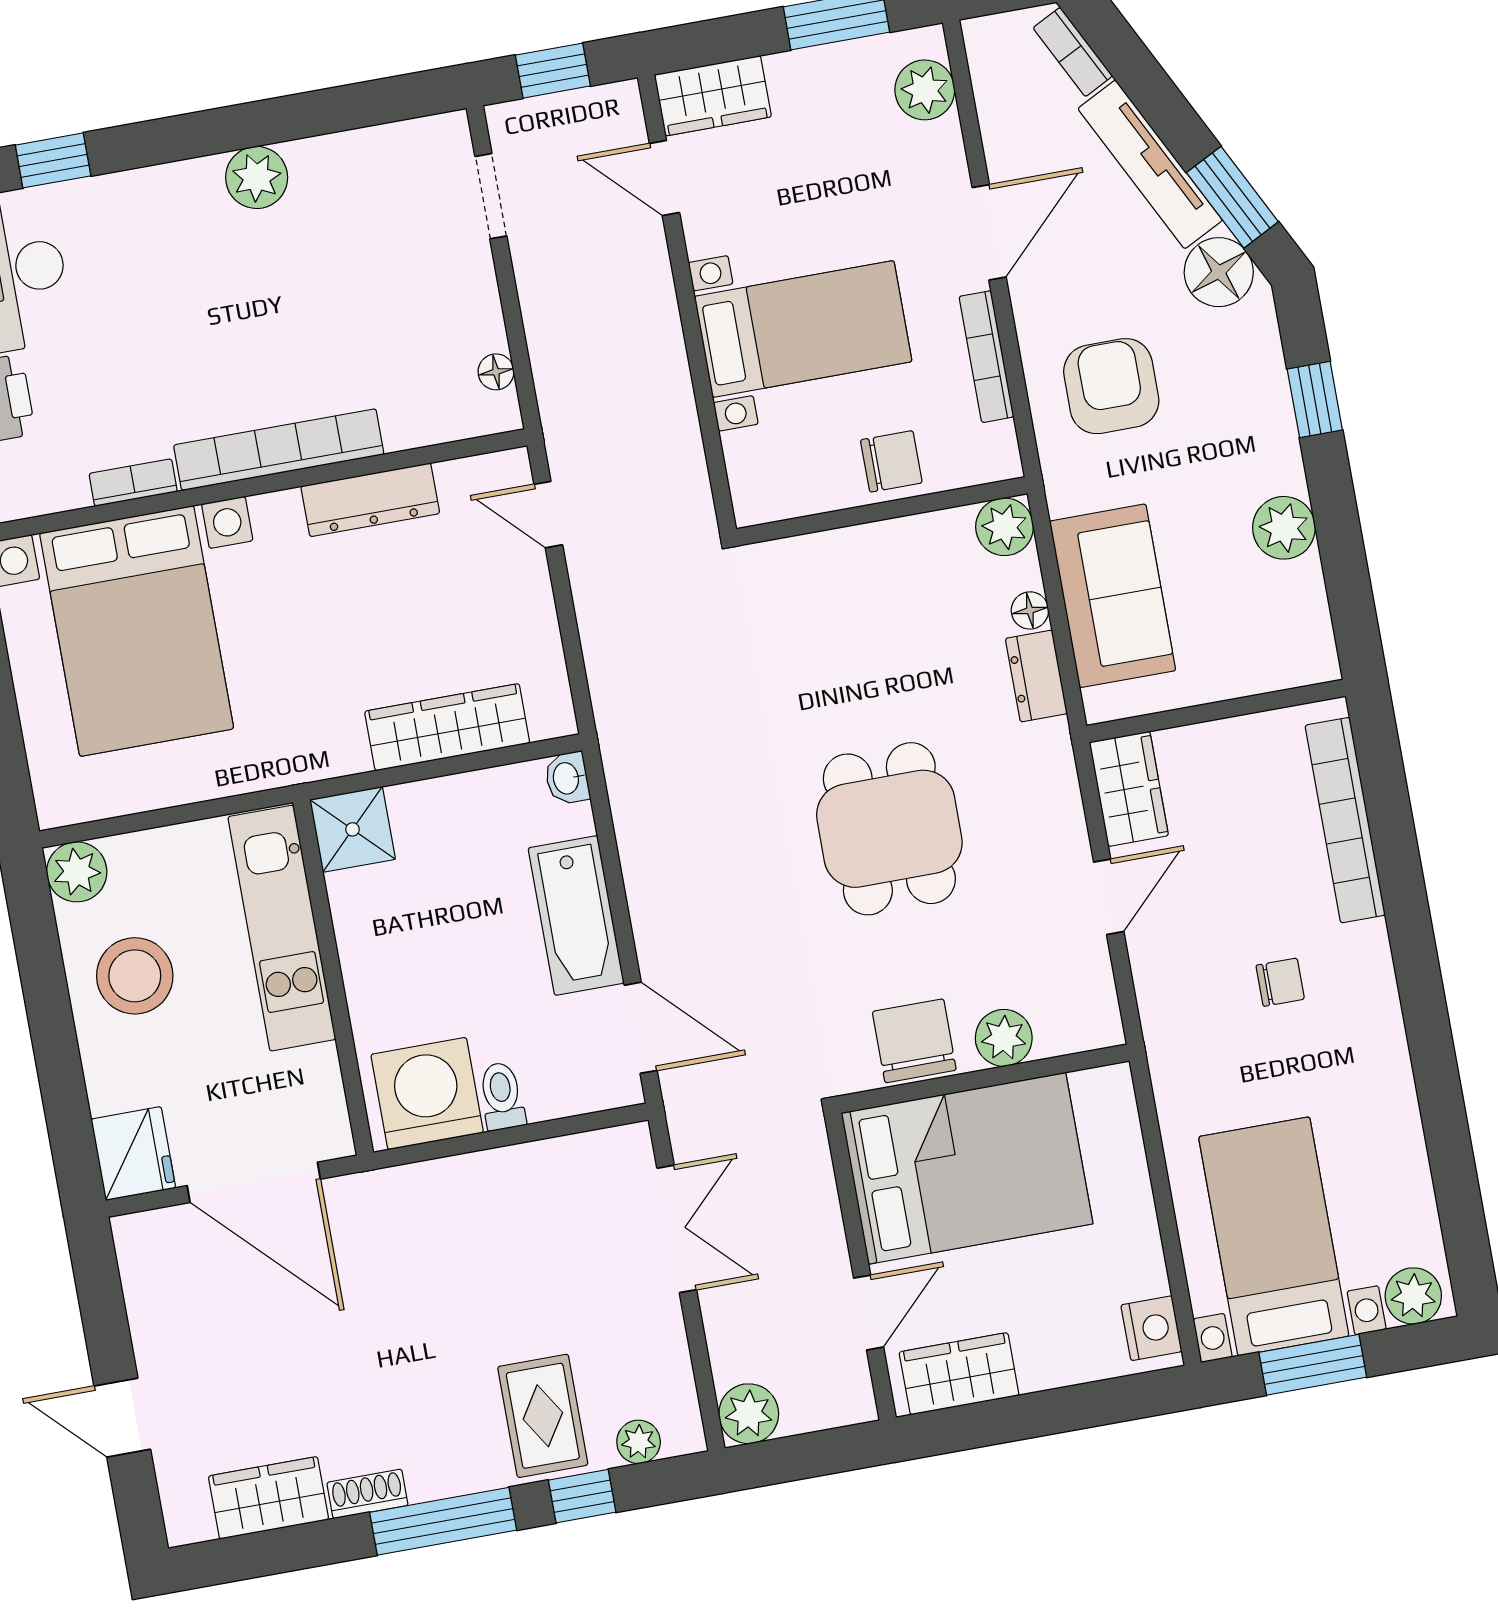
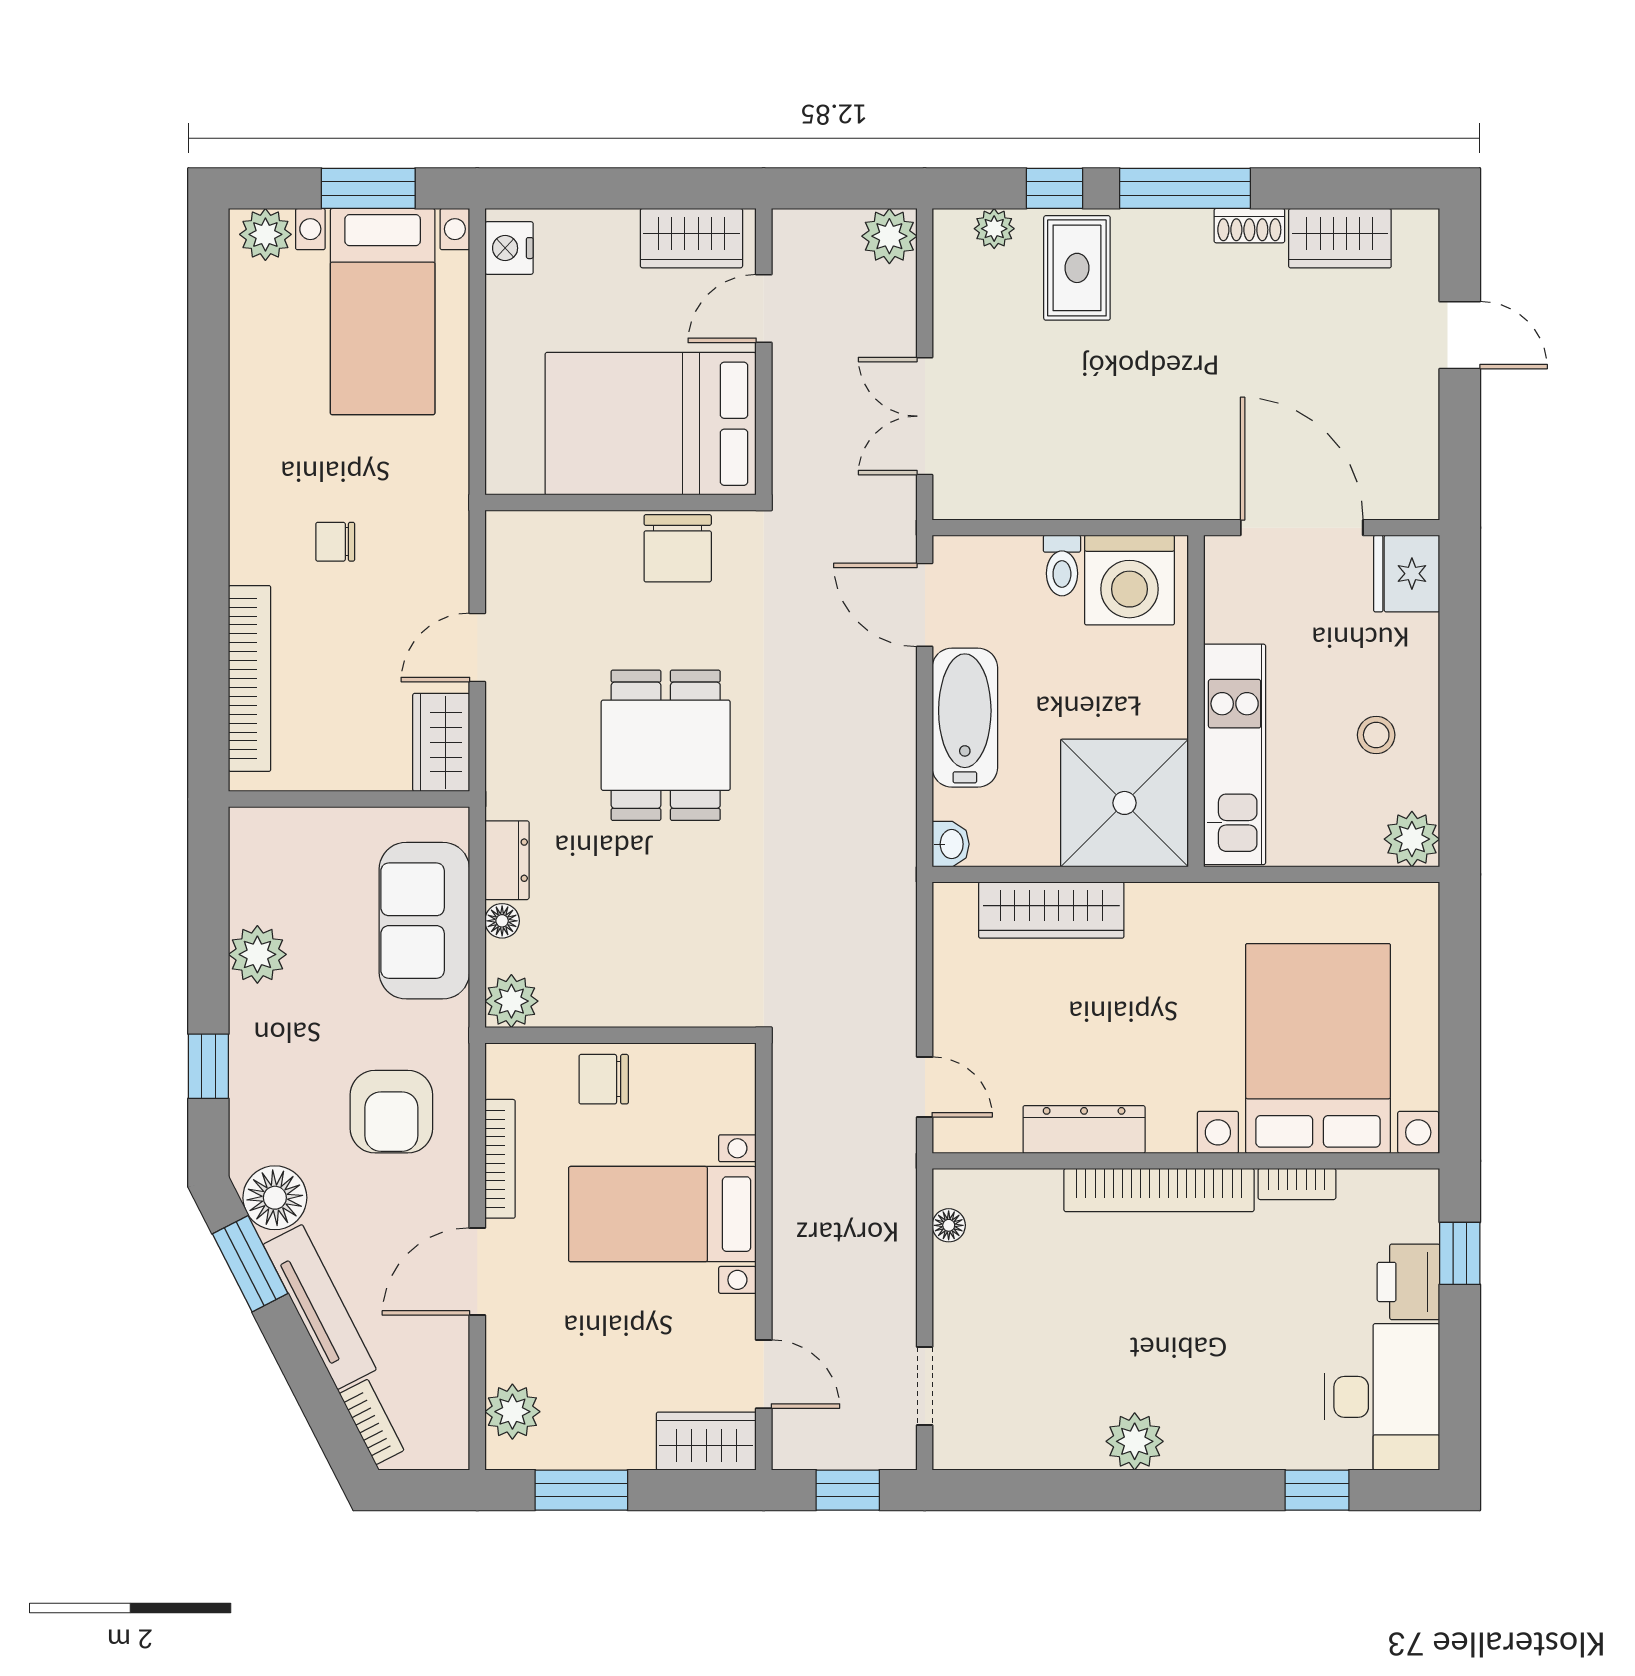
shower: (353, 829) -> (1125, 803), width x1.86, depth x1.86
stool: (135, 976) -> (1376, 735), width x0.53, depth x0.53
plant: (1004, 1038) -> (596, 536), removed

